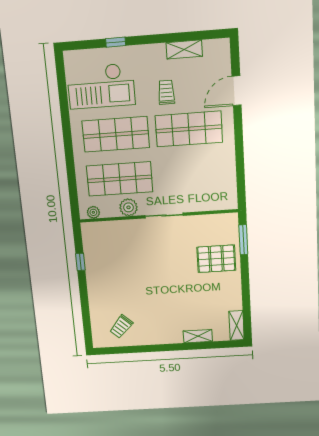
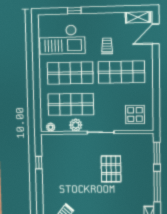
shelving: (184, 49) -> (138, 17), moved
door: (236, 91) -> (156, 34), moved
display table: (211, 188) -> (135, 115), added
pallet: (216, 259) -> (111, 169), moved, turned 90
window: (245, 285) -> (157, 187), added

